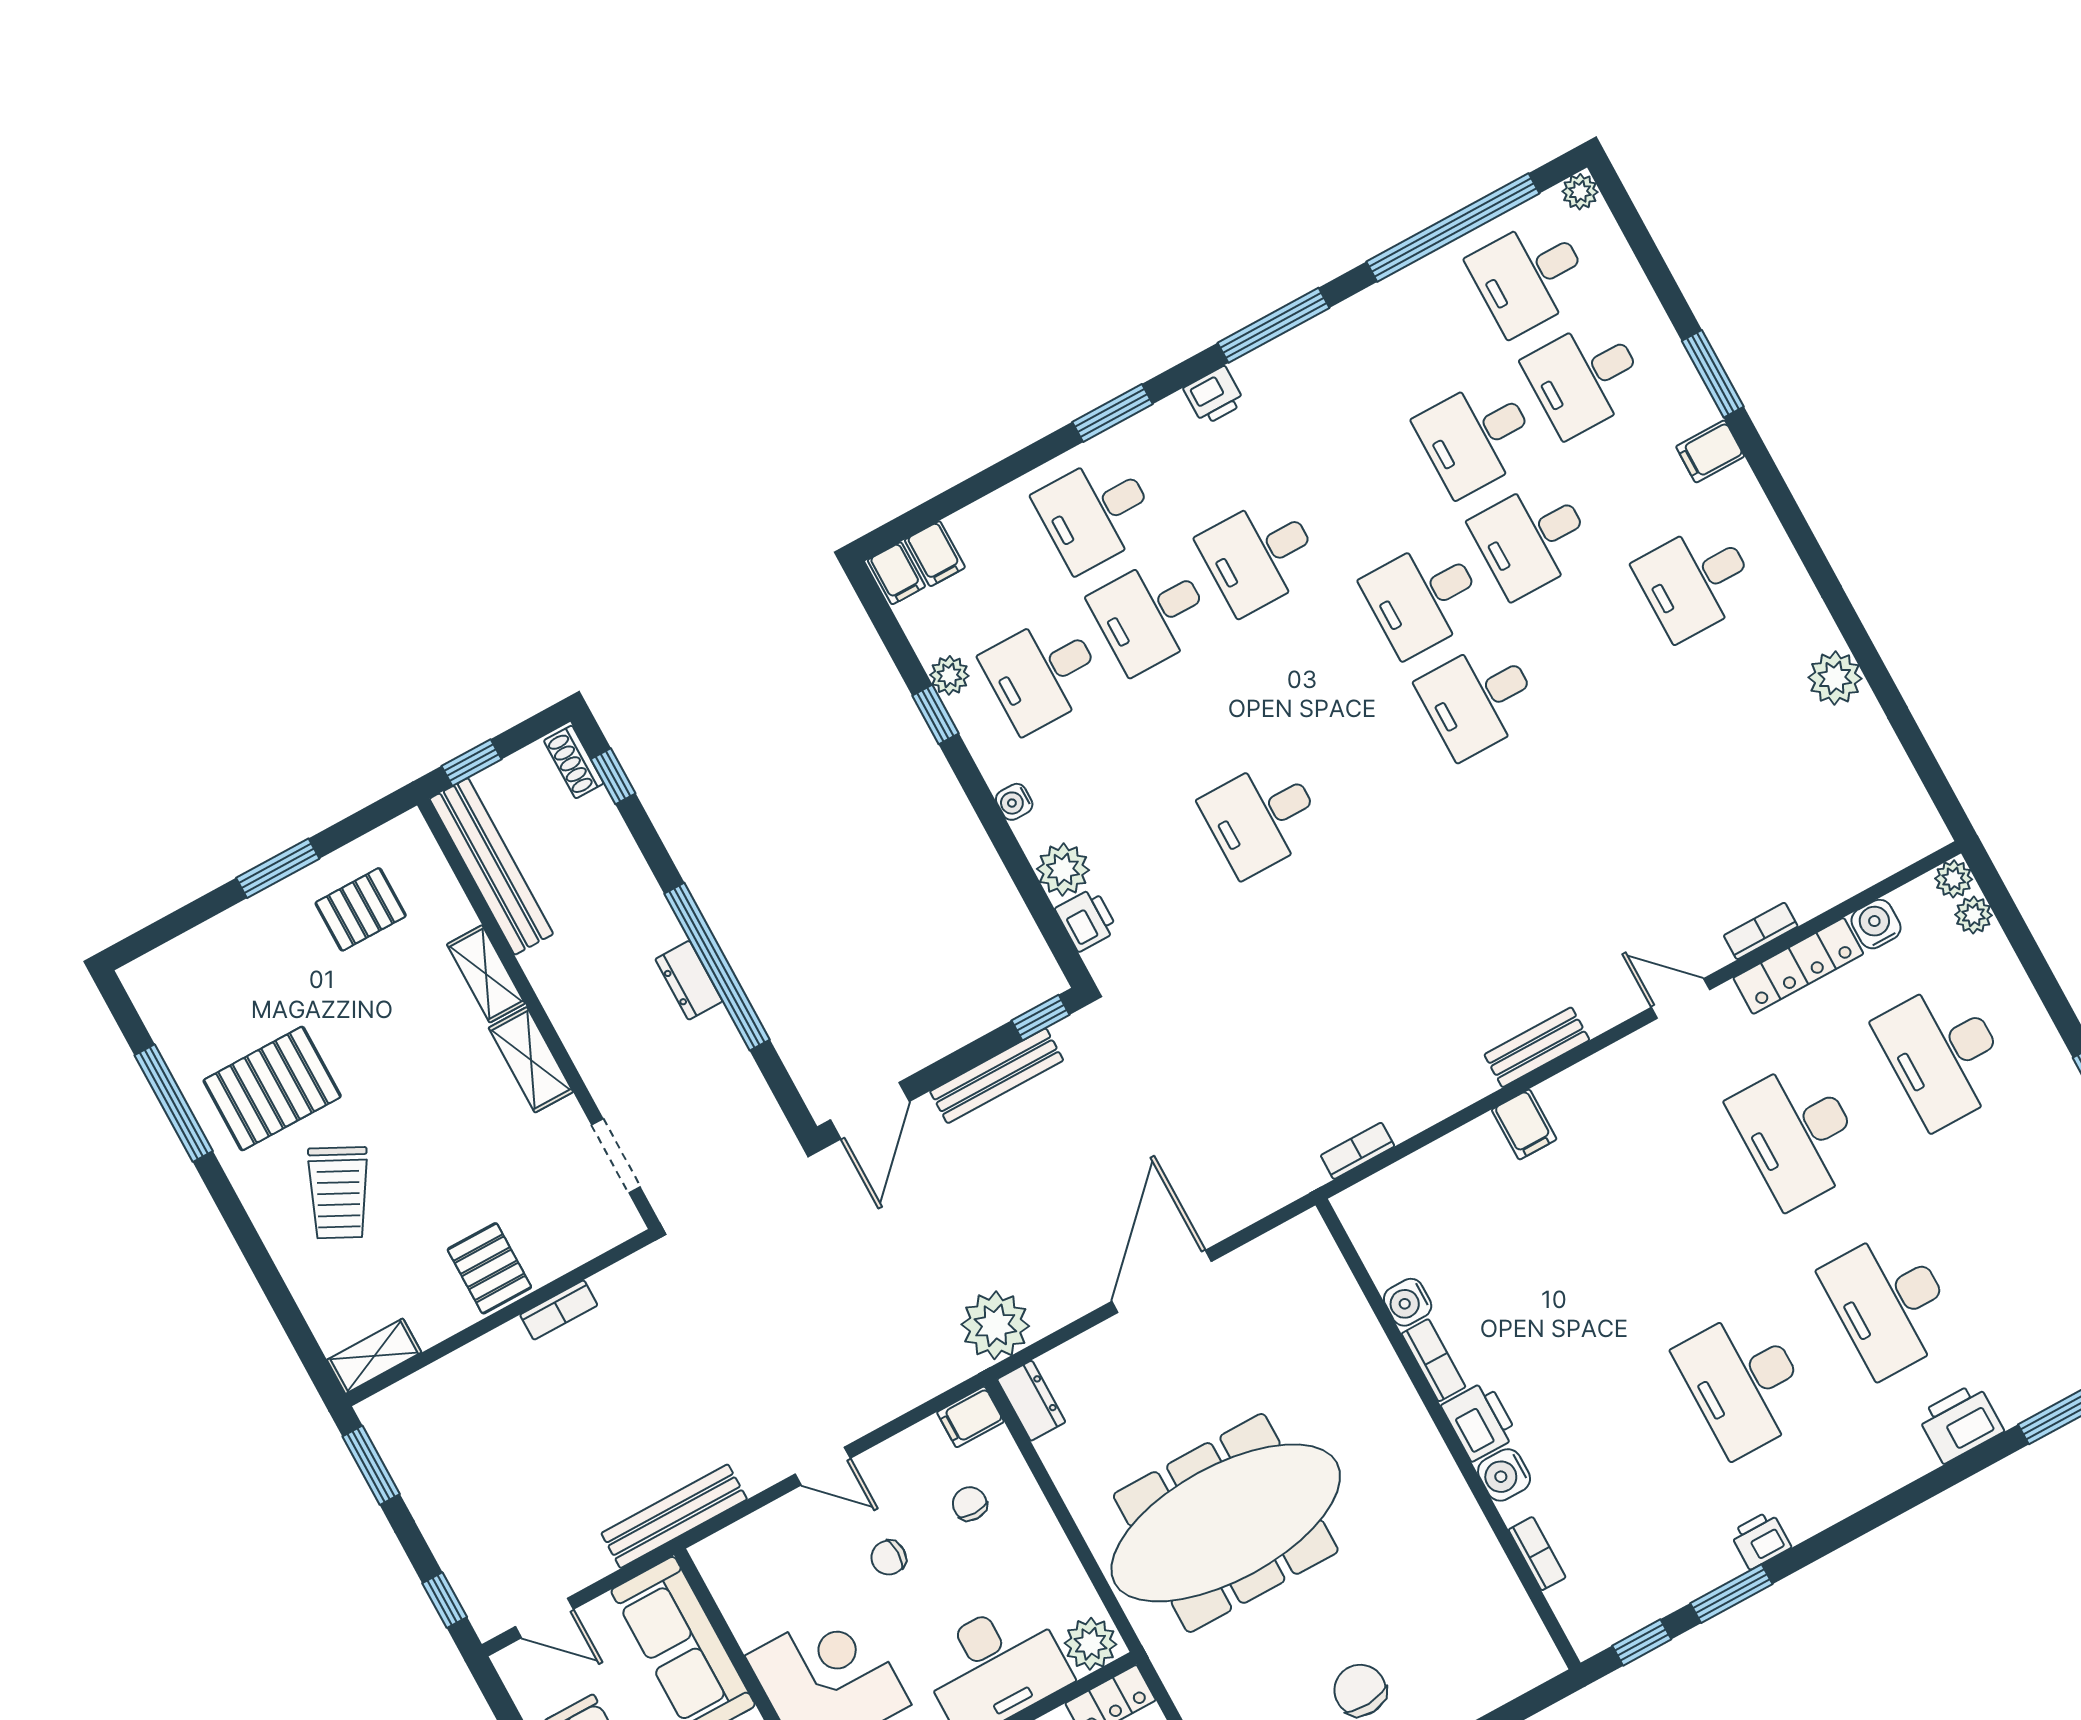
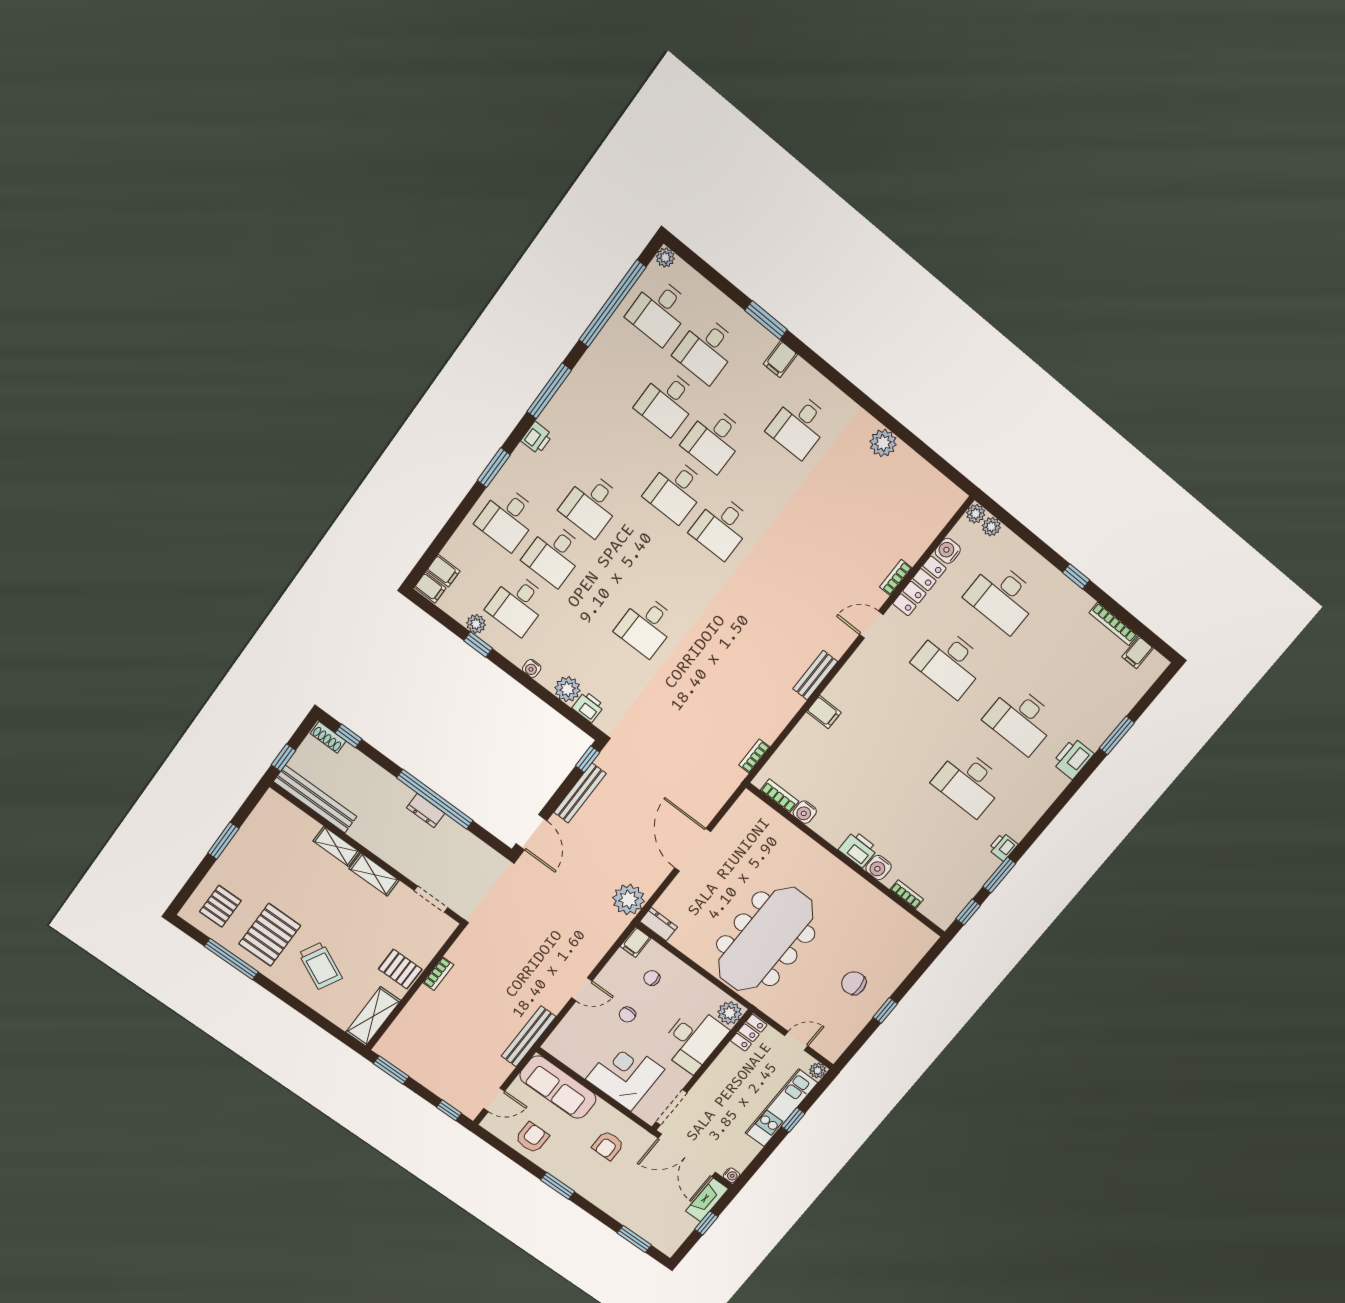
pallet: (361, 909) -> (220, 906), moved
shelving: (374, 1356) -> (373, 1016), width x1.50, depth x1.33
bookcase: (1434, 1360) -> (779, 796), moved

